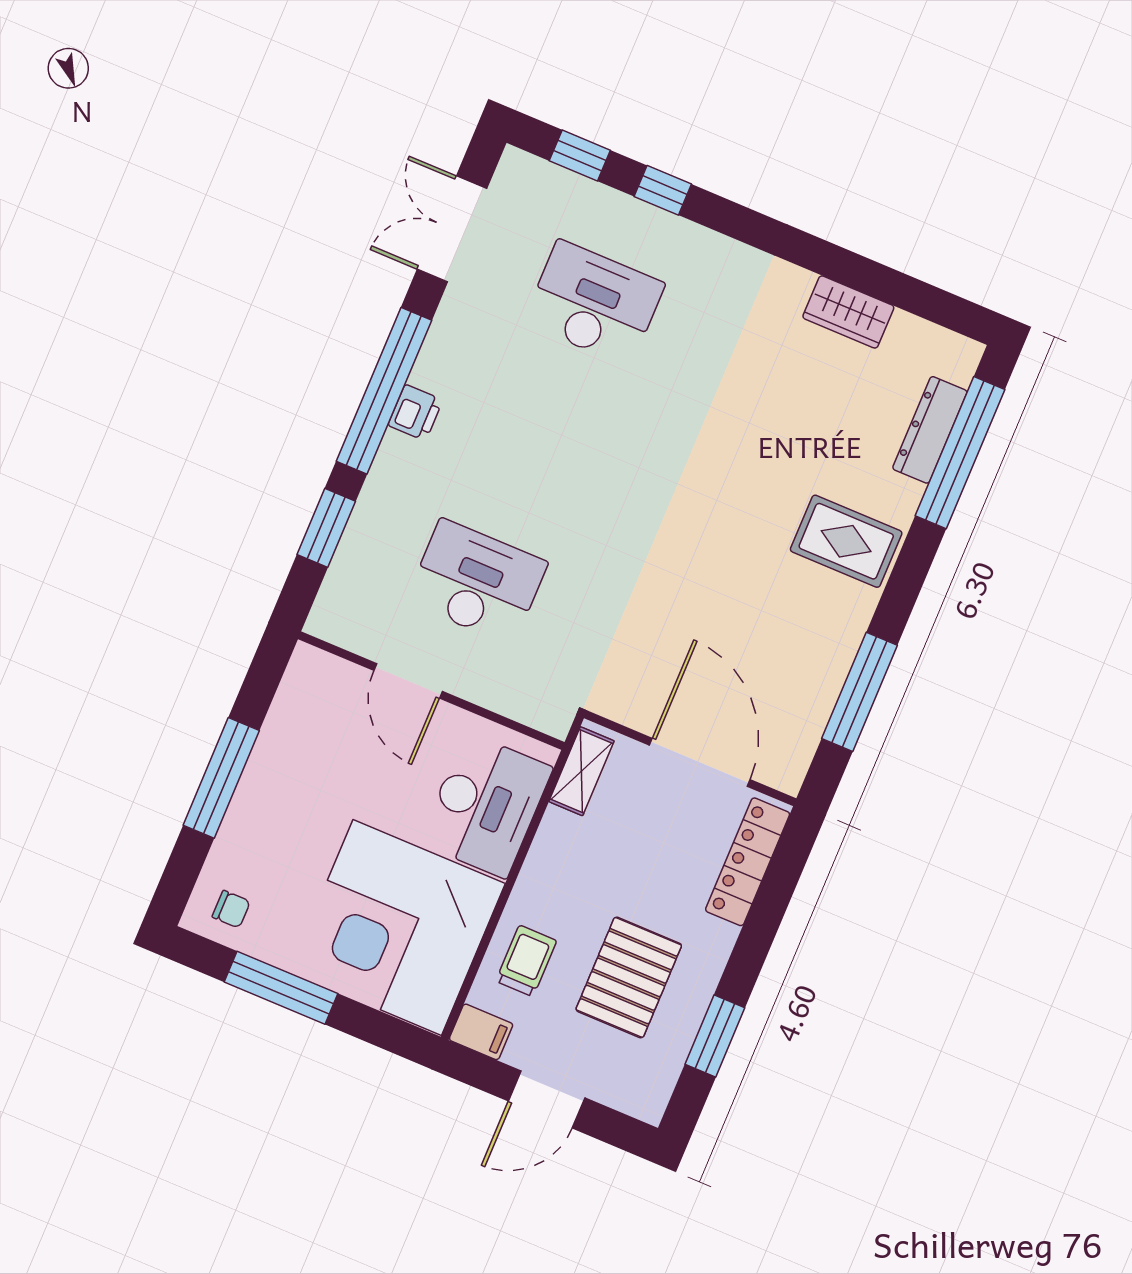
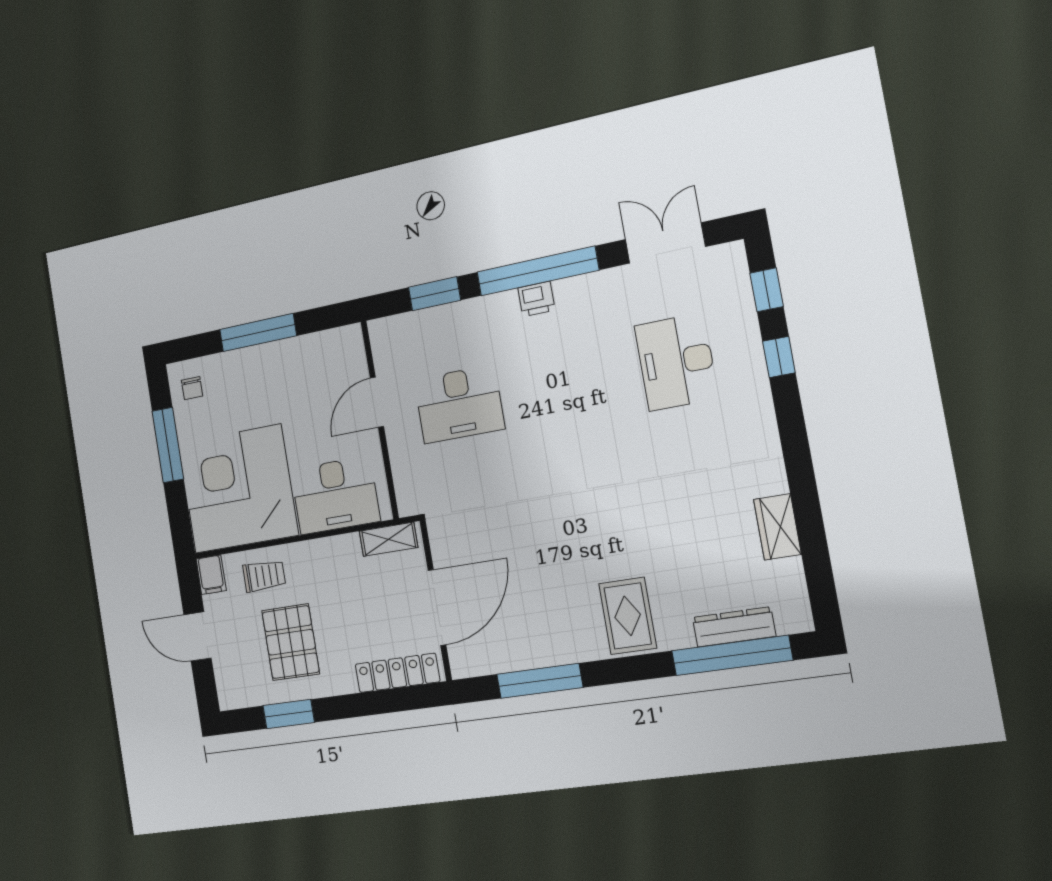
desk: (594, 303) -> (676, 362), turned 180
desk: (477, 582) -> (459, 404), turned 90
pallet: (629, 977) -> (291, 642), turned 90

